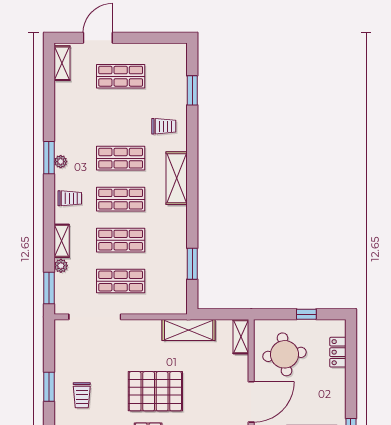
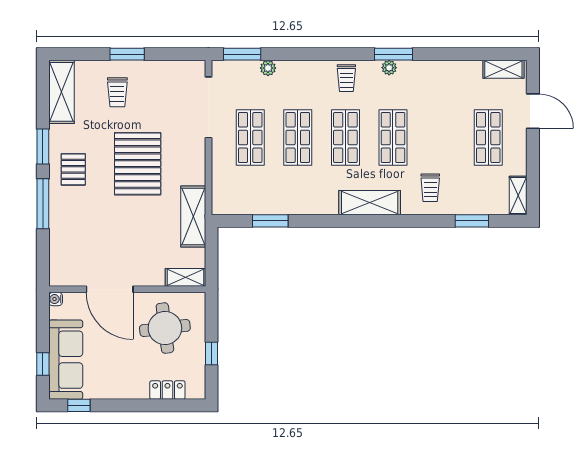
shelving: (62, 241) -> (518, 195), moved, turned 90
pallet: (155, 391) -> (138, 164), moved
trolley: (82, 395) -> (117, 92), turned -90

